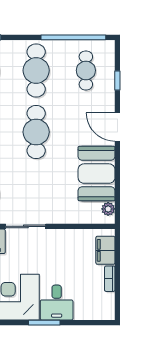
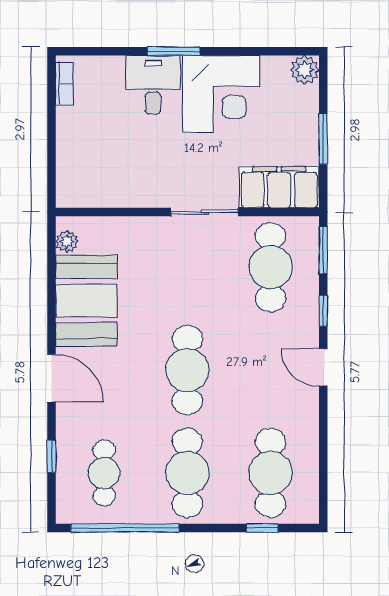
filing cabinet: (105, 250) -> (72, 172), removed
bookcase: (110, 279) -> (64, 84), moved

